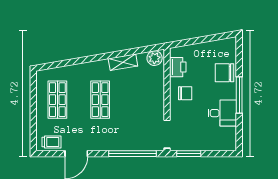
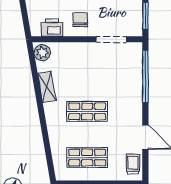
doorway: (167, 134) -> (111, 39), moved

